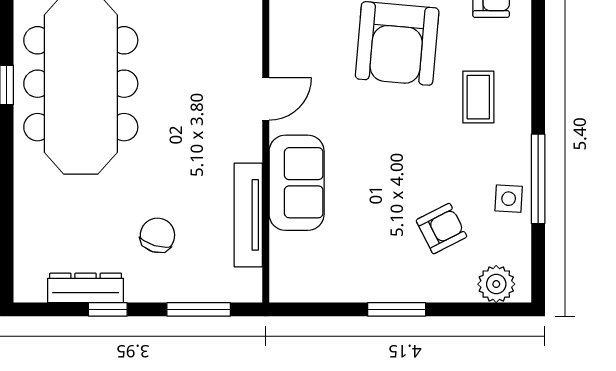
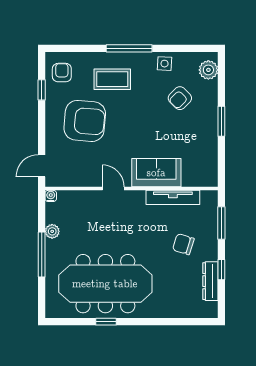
coffee table: (478, 97) -> (112, 79), width x1.36, depth x1.30
window: (538, 179) -> (129, 48), moved
armchair: (441, 229) -> (180, 98), turned -108

